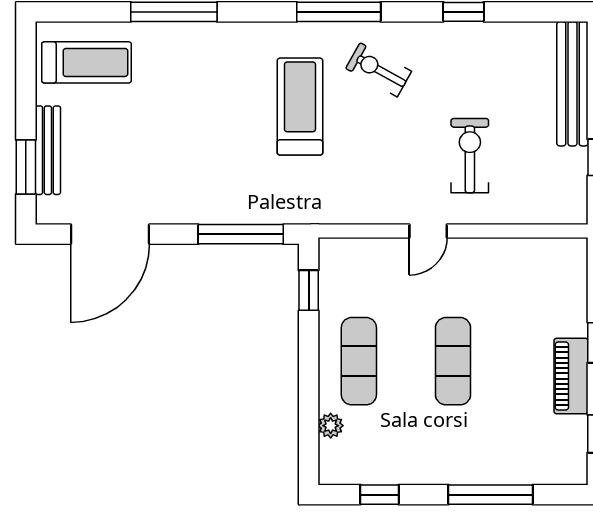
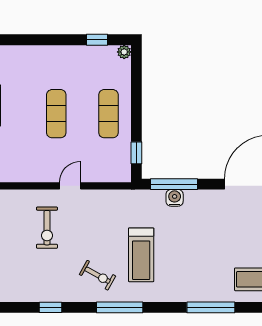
water cooler: (240, 209) -> (175, 198), added
plant: (331, 426) -> (124, 52), moved
window: (490, 495) -> (36, 40), removed

